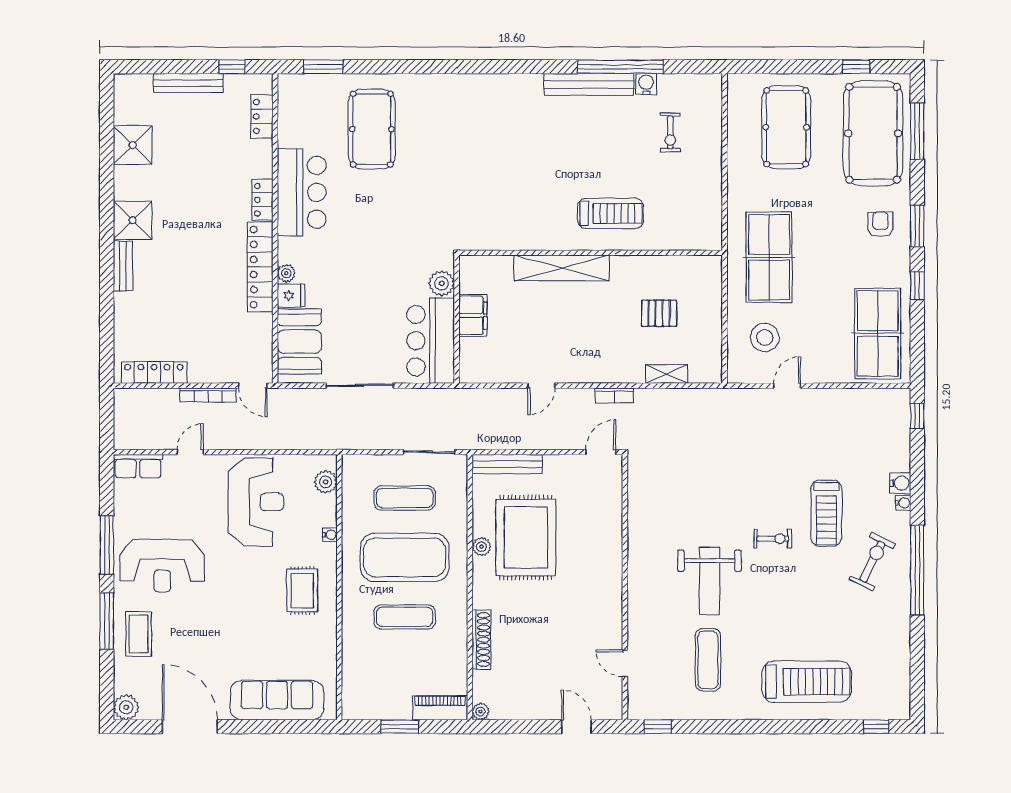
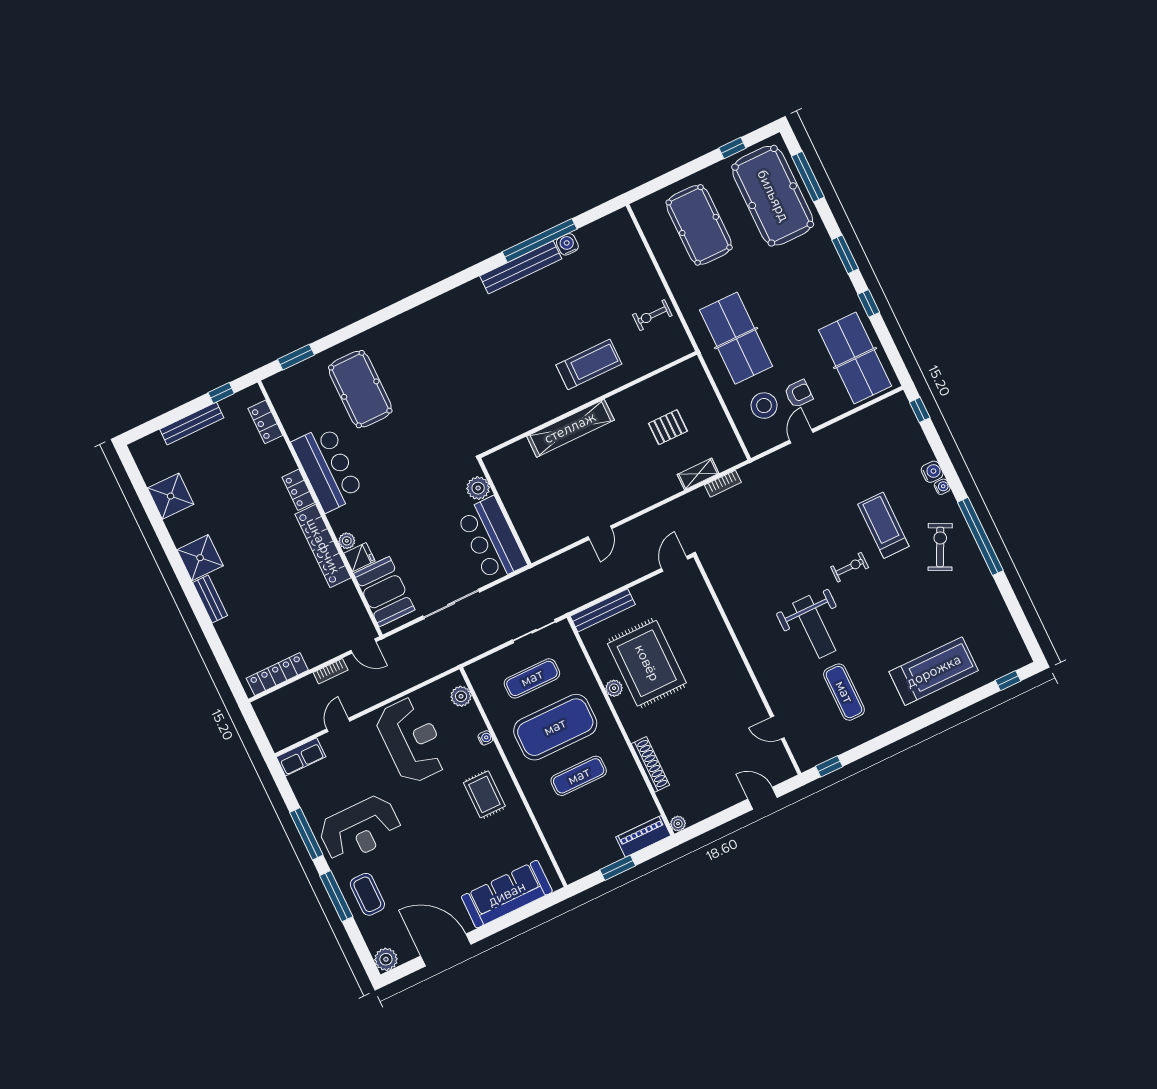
exercise bike: (670, 133) -> (652, 315), moved, turned 90
armchair: (880, 224) -> (799, 394), moved, turned 90
filing cabinet: (473, 315) -> (516, 502), removed
bookcase: (208, 395) -> (331, 671), width x0.64
bookcase: (614, 395) -> (723, 484), moved
treadmill: (826, 513) -> (883, 525), turned 180

